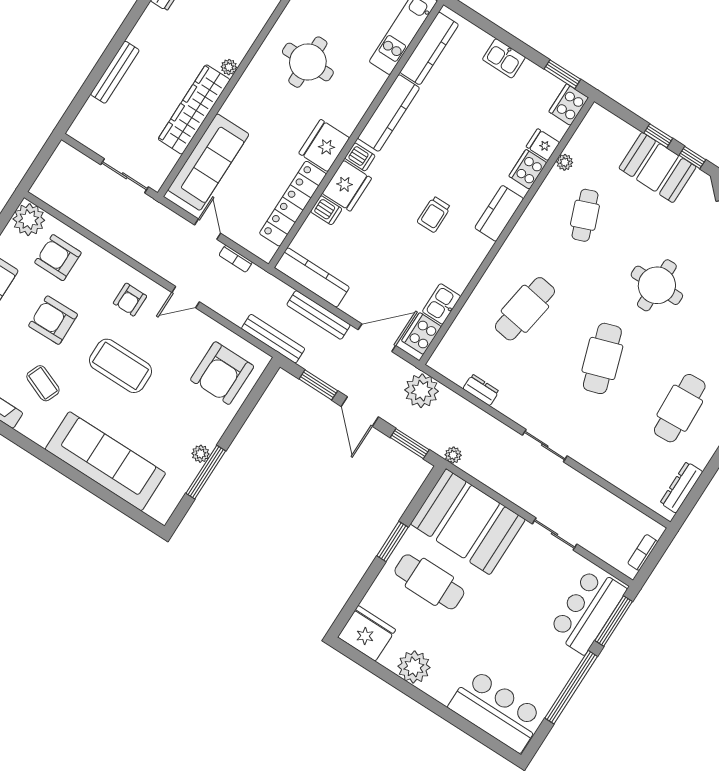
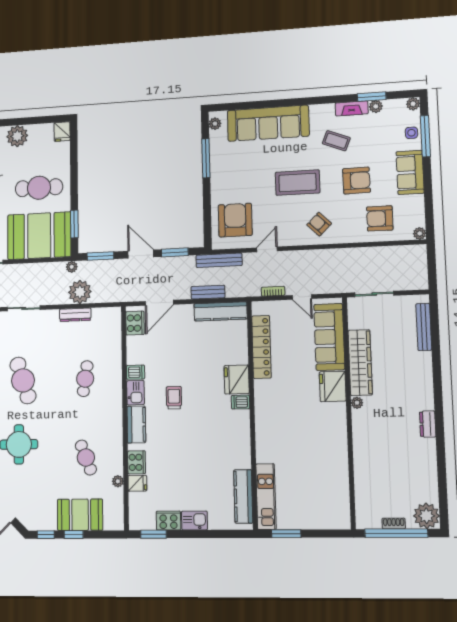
round table: (308, 62) -> (311, 438), removed
bench: (115, 72) -> (424, 327), moved
cooker: (569, 105) -> (168, 521), moved, turned -90
kitchen counter: (389, 113) -> (241, 440), removed
fridge: (324, 146) -> (333, 386), moved, turned 180
booth: (657, 168) -> (80, 515), moved
dishwasher: (326, 210) -> (136, 372), moved, turned 180
plant: (29, 220) -> (420, 233), width x0.53, depth x0.53
armchair: (58, 258) -> (380, 218), turned 180
door: (186, 297) -> (267, 249), moved
armchair: (130, 300) -> (319, 224), turned -45
kitchen sink: (442, 304) -> (135, 393), moved
cafe table: (525, 309) -> (85, 379), width x0.73, depth x0.74
bench: (318, 315) -> (208, 292), width x0.73
dresser: (481, 390) -> (75, 315), width x1.44
plant: (422, 391) -> (80, 292), moved
plant: (201, 454) -> (215, 124), moved
window: (392, 541) -> (74, 224), moved
fridge: (367, 633) -> (62, 132), width x0.53, depth x0.75

